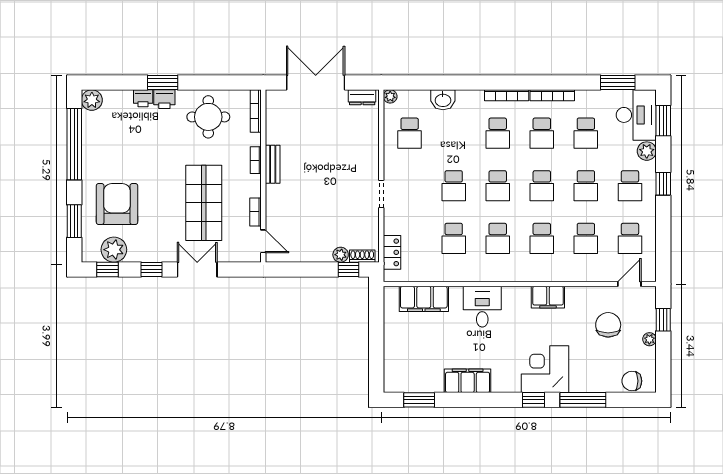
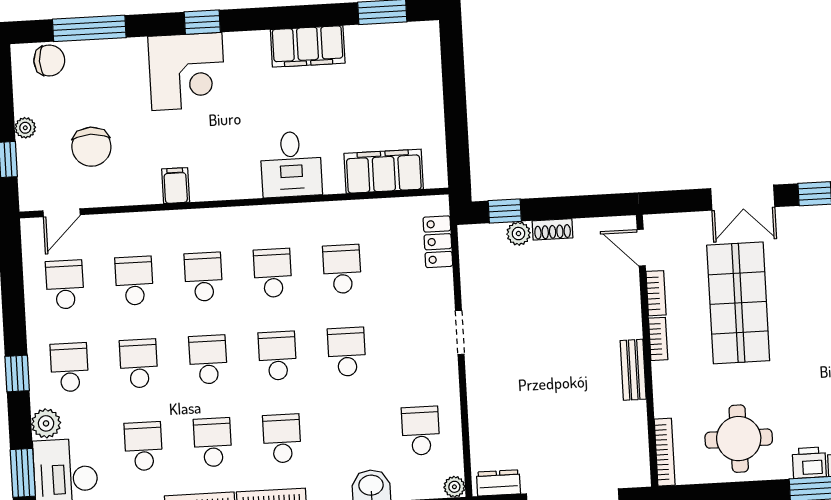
bookcase: (256, 160) -> (658, 339), moved
shoe rack: (362, 256) -> (552, 229), moved
filing cabinet: (548, 297) -> (176, 186), width x0.50
window: (583, 400) -> (89, 28), moved

